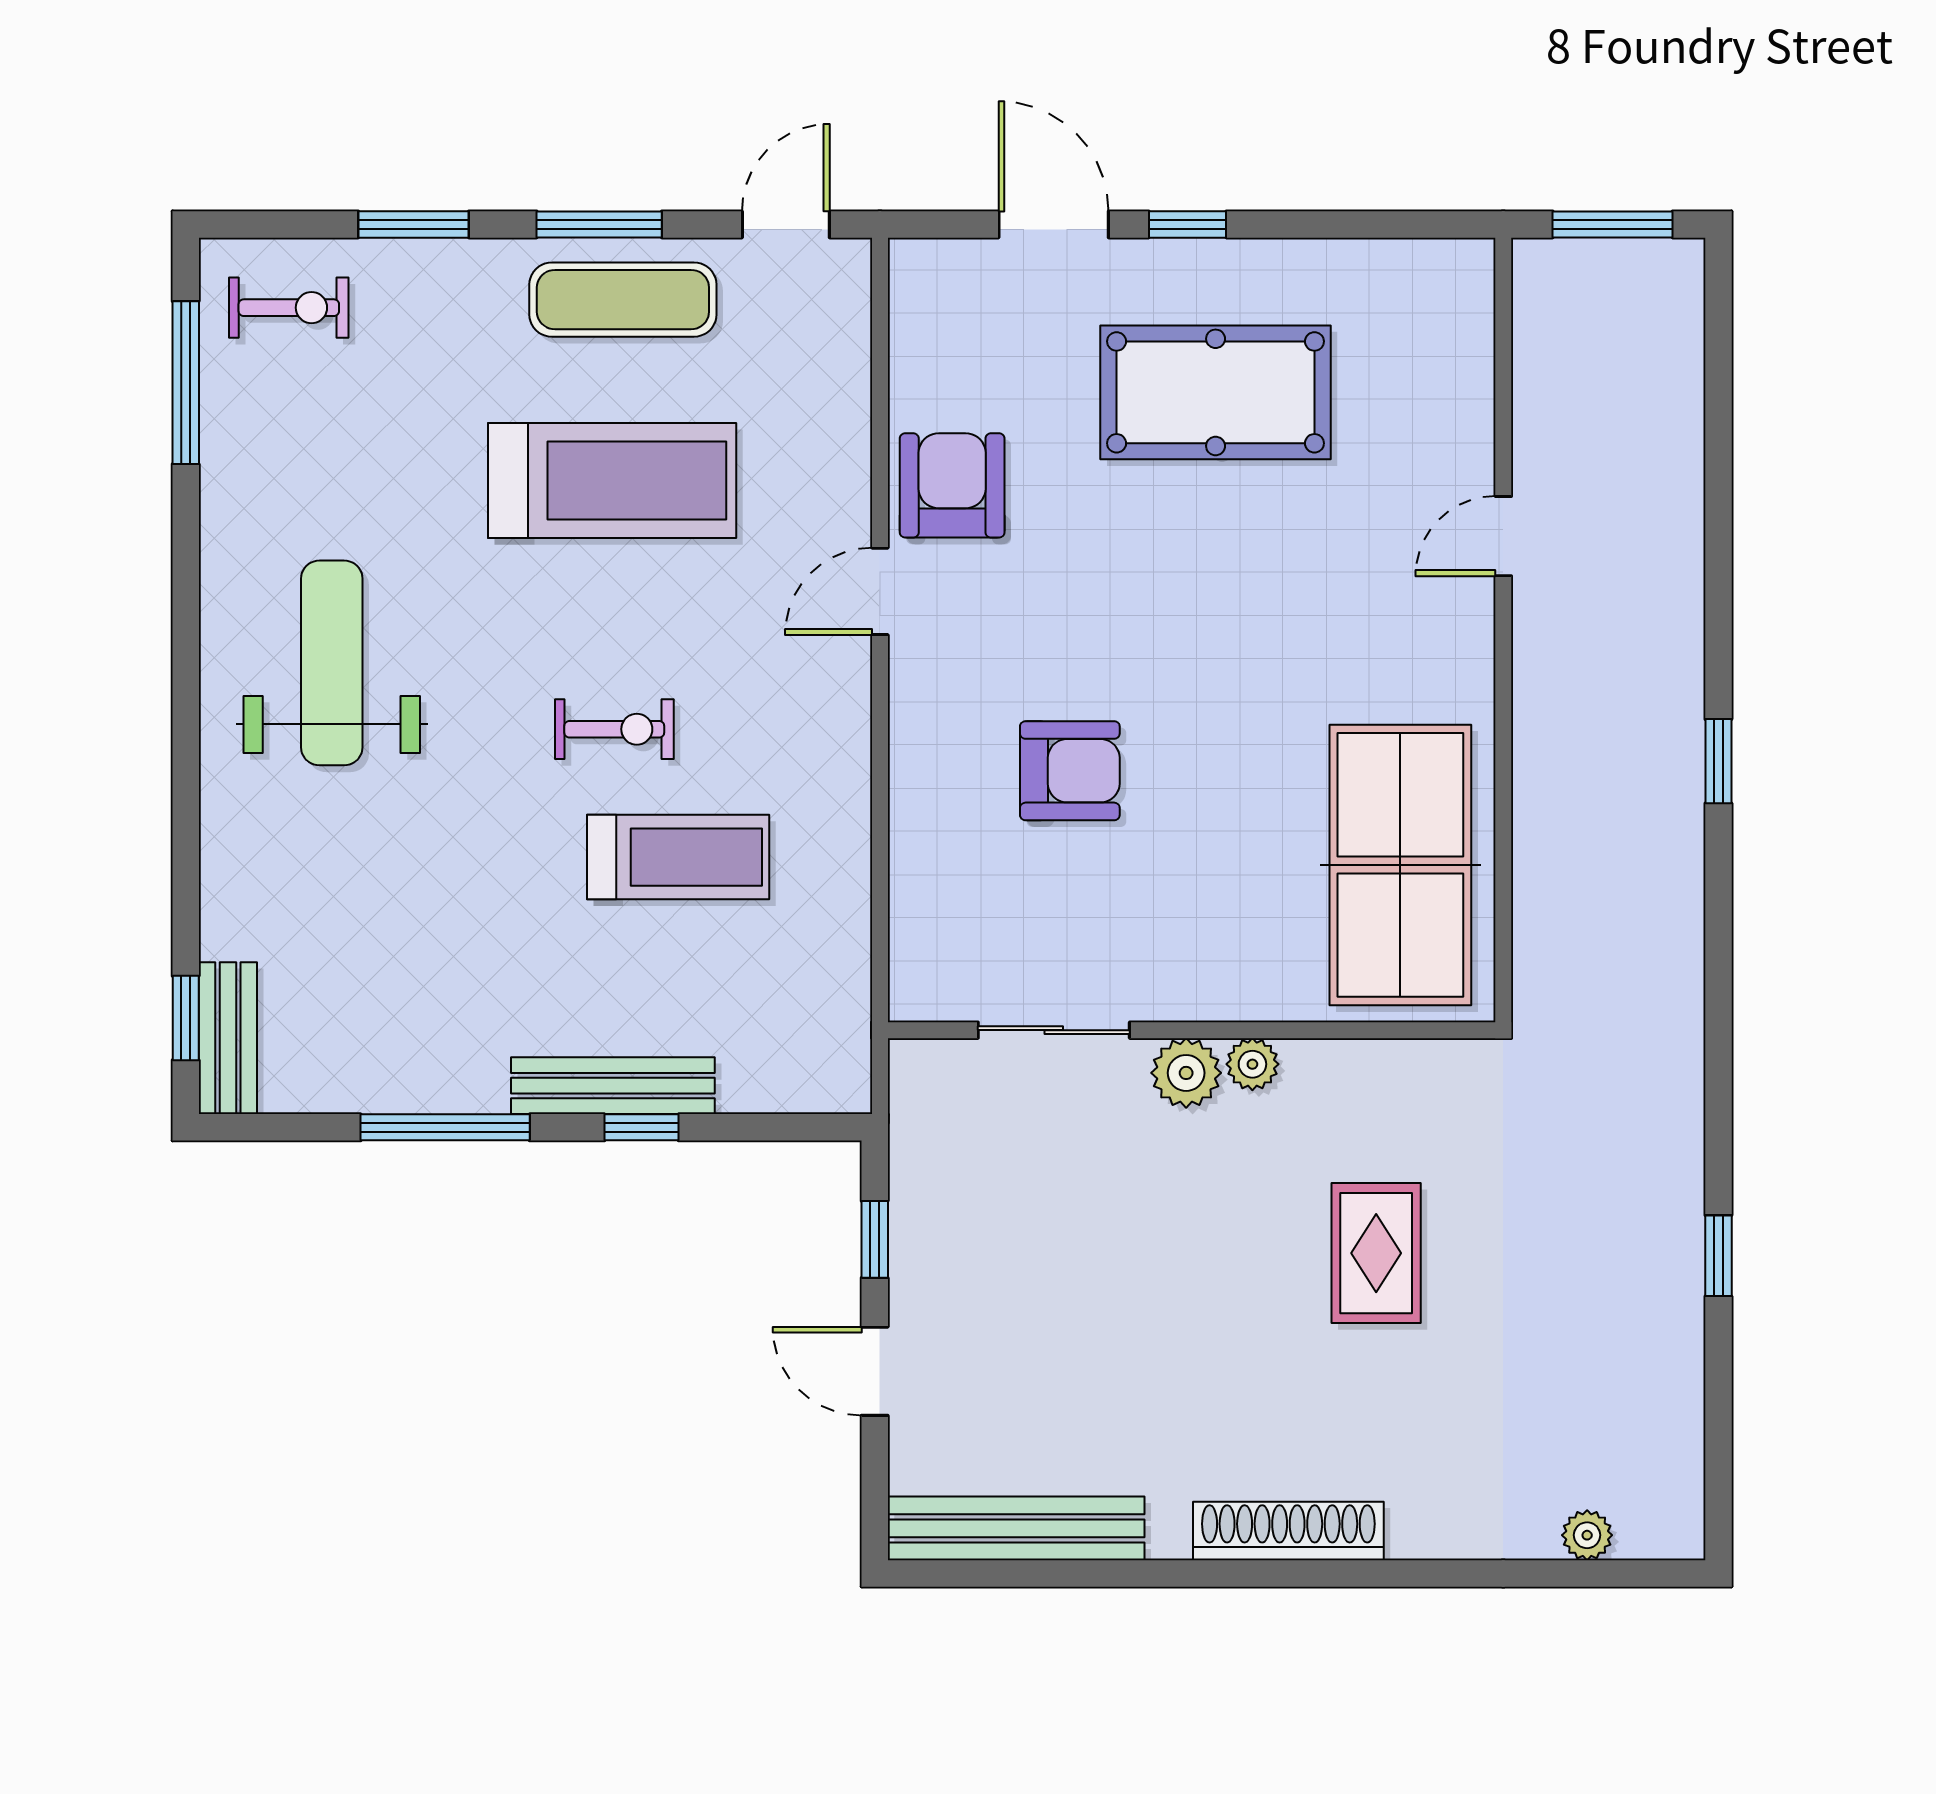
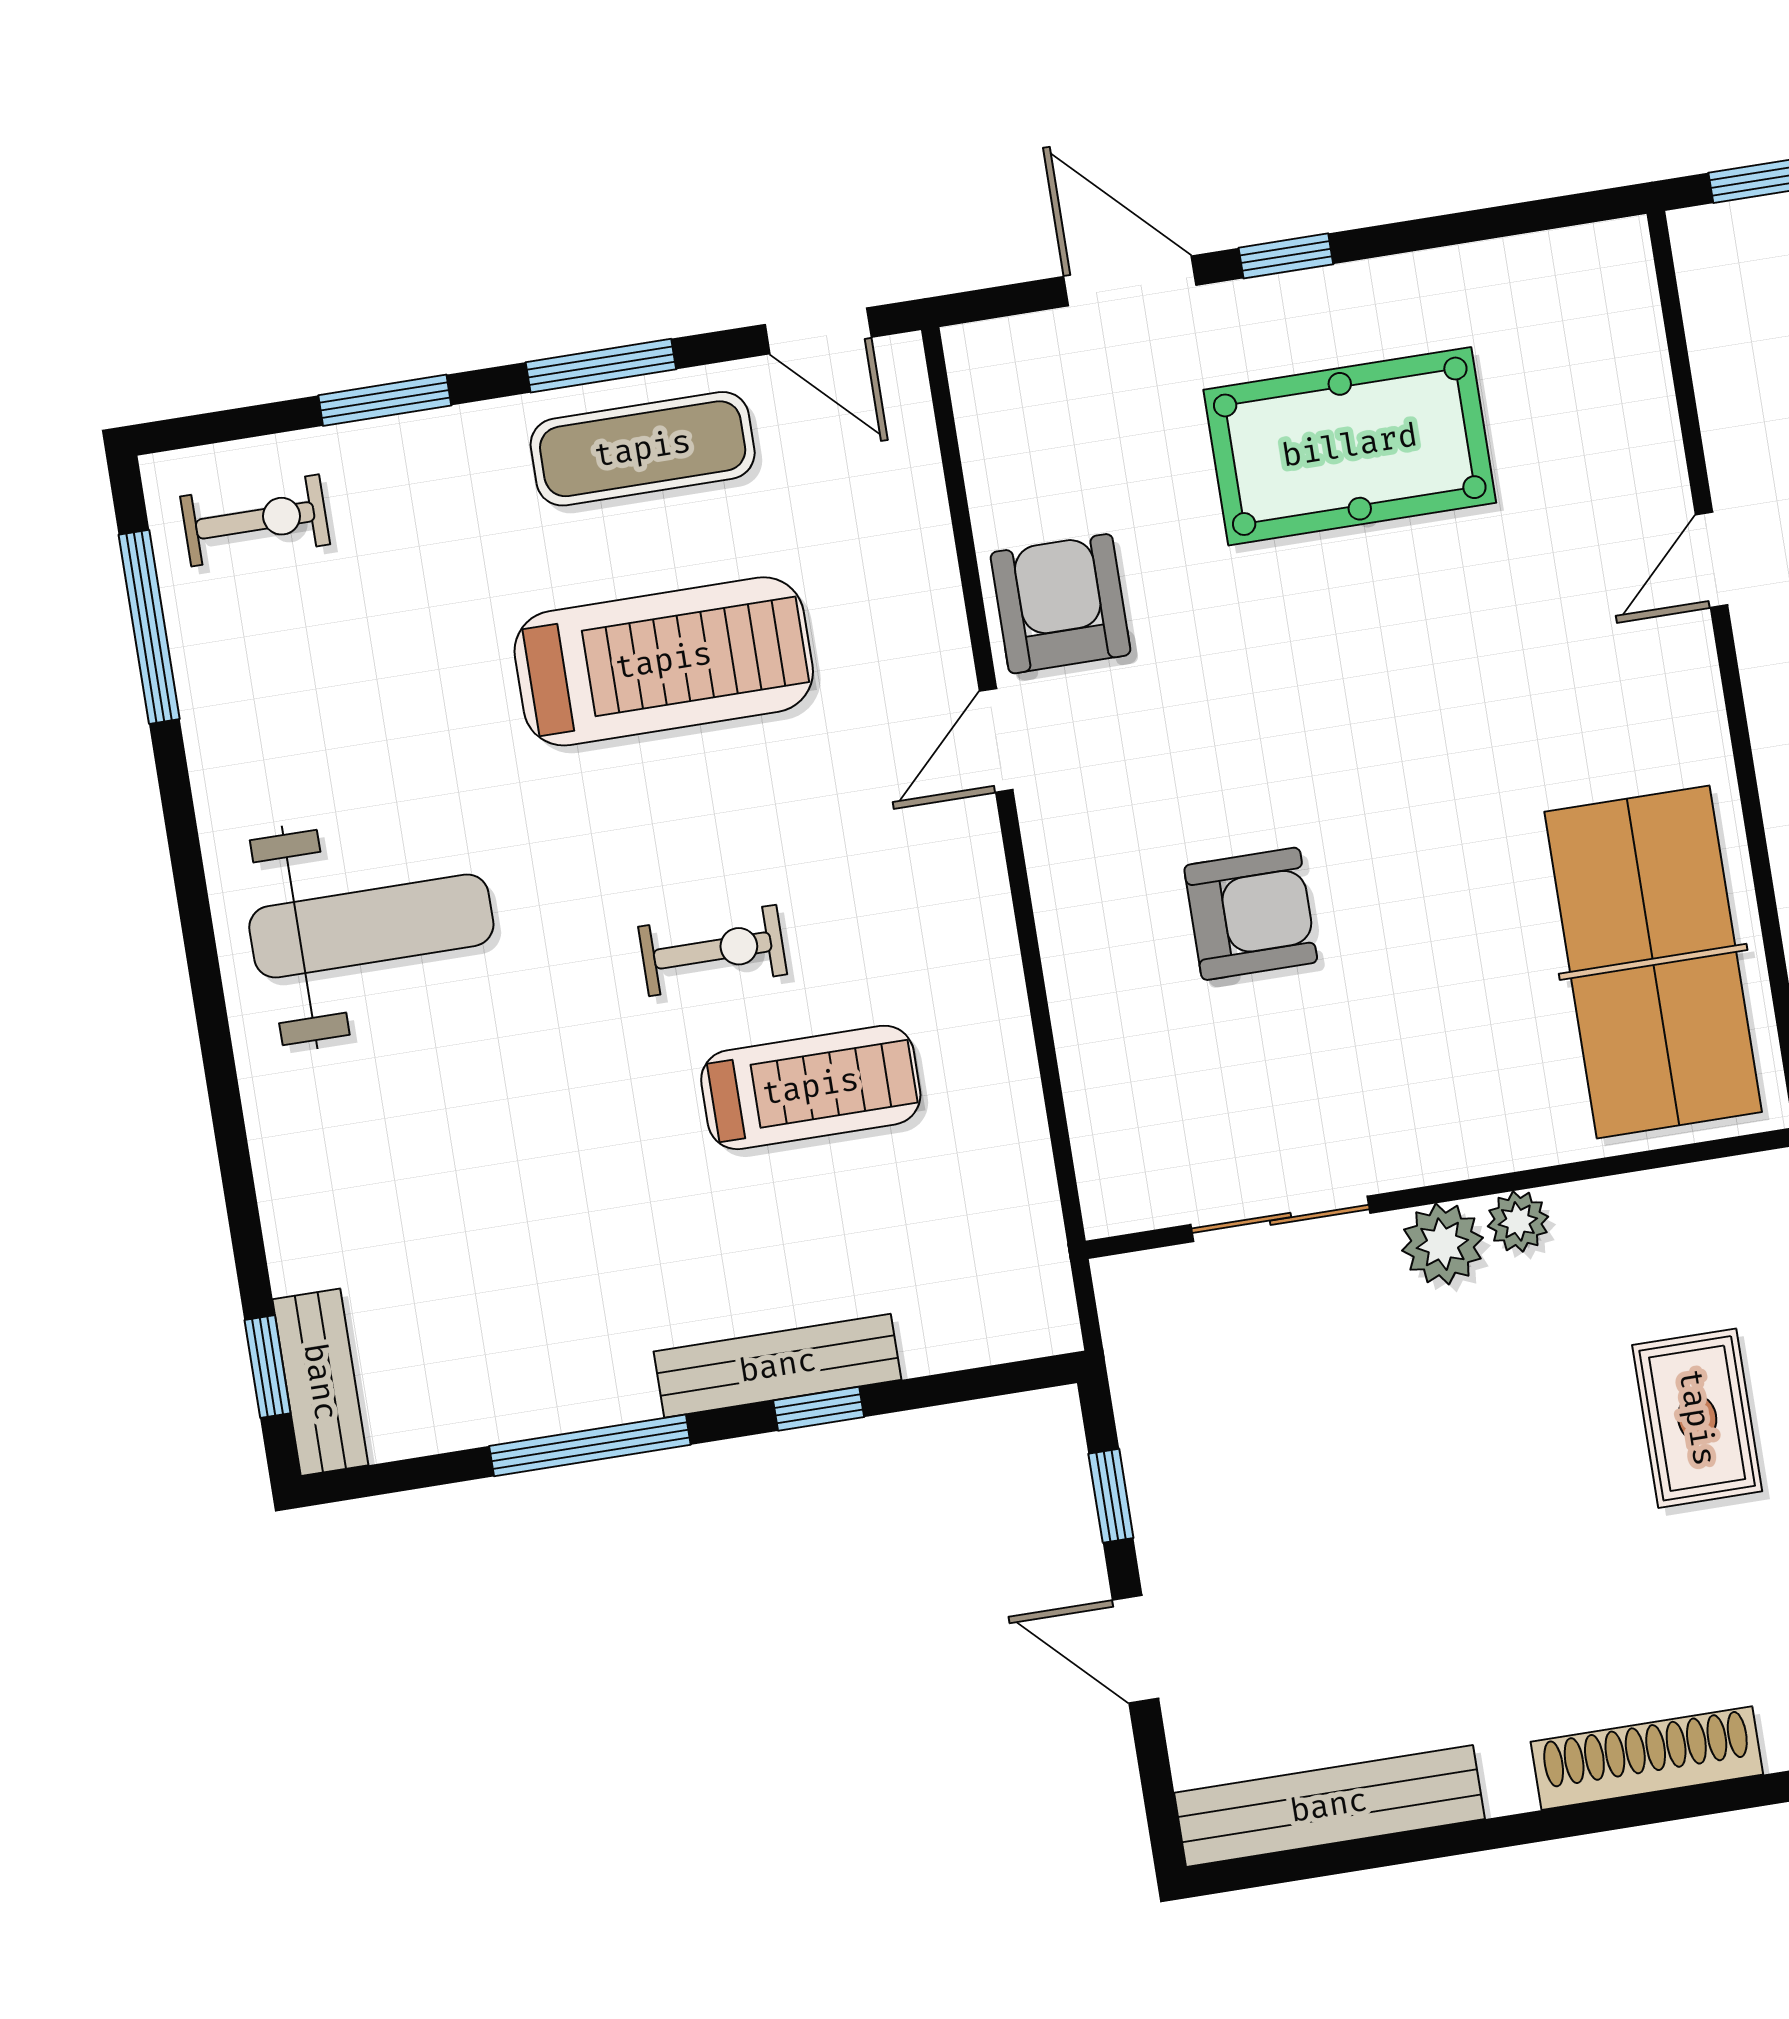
door: (786, 224) -> (818, 331), swing flipped
weight bench: (332, 663) -> (371, 926), turned 90

